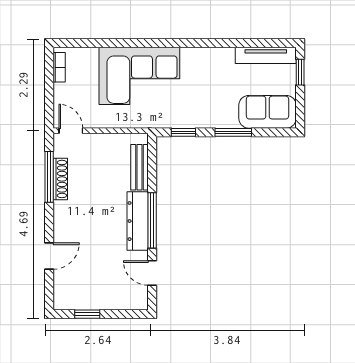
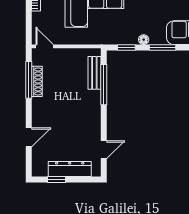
floor lamp: (207, 121) -> (144, 40), added
window: (152, 220) -> (104, 85), moved
dresser: (138, 221) -> (70, 169), moved, turned 90
door: (152, 273) -> (104, 150), swing flipped

